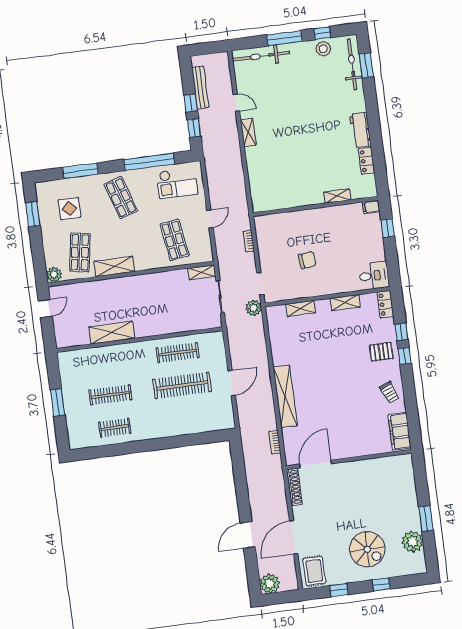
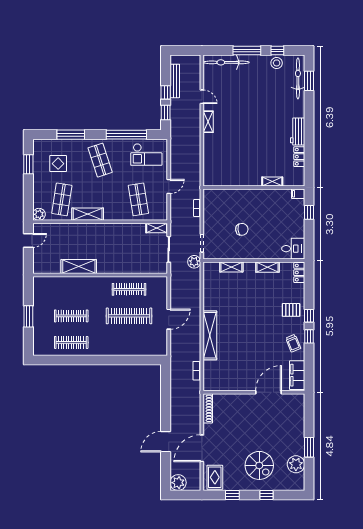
window: (401, 332) -> (309, 336), moved
clothes rail: (115, 428) -> (71, 342), width x1.36
door: (316, 464) -> (269, 392), moved

